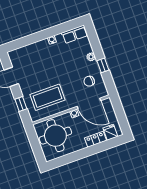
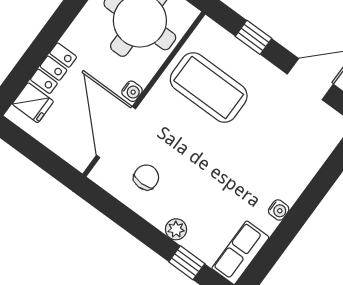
window: (103, 65) -> (187, 263), moved
coffee table: (47, 97) -> (209, 87), turned 90
door: (89, 103) -> (116, 132), hinge flipped

